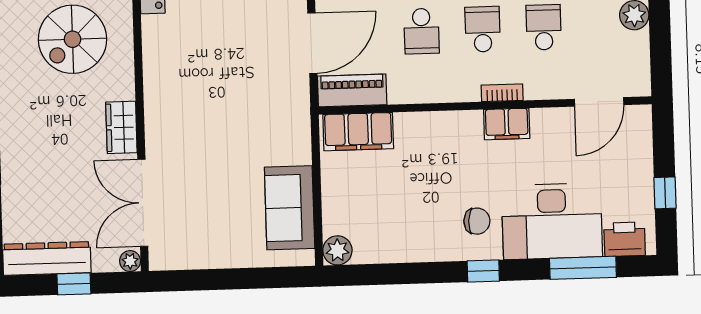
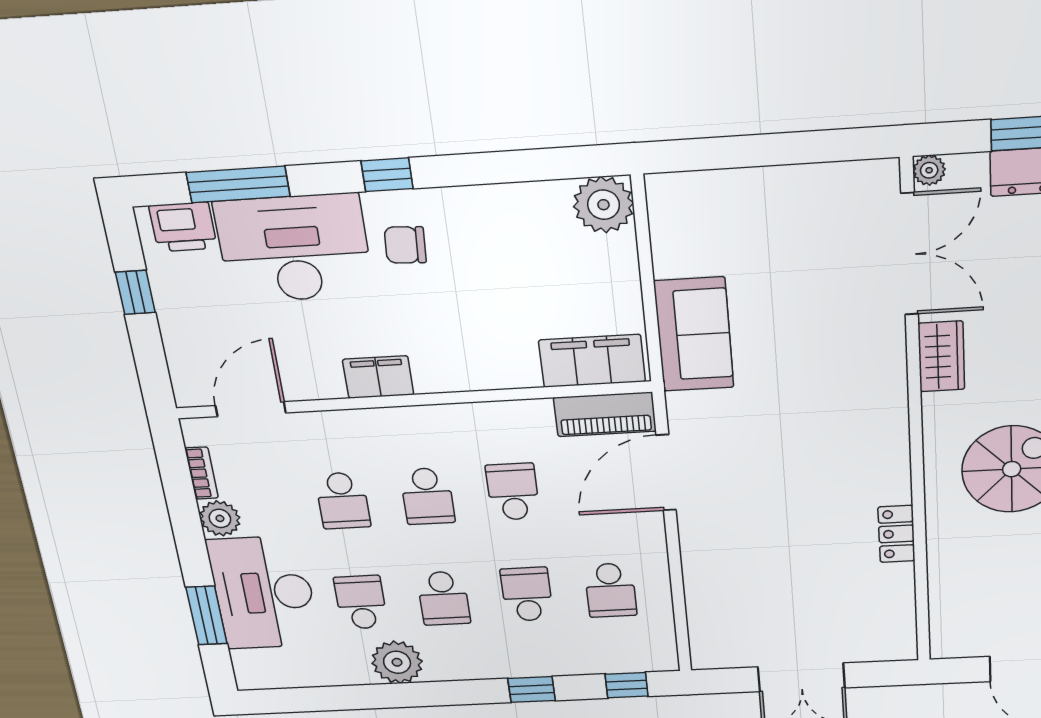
bookcase: (502, 93) -> (202, 473), moved, turned -90
sofa: (290, 208) -> (694, 334), moved
plant: (337, 250) -> (604, 205), width x1.36, depth x1.36

